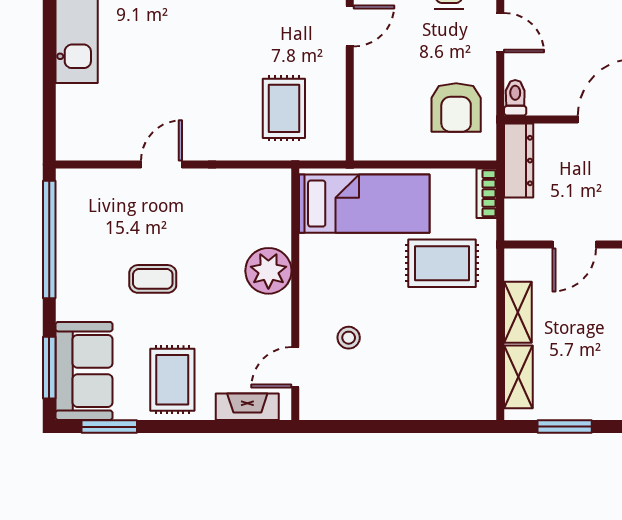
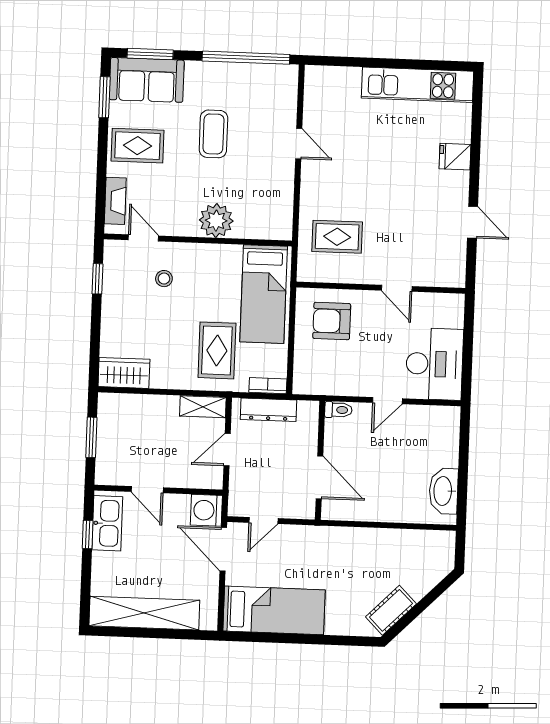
armchair: (456, 107) -> (332, 321), moved
dresser: (519, 161) -> (268, 410), moved
door: (574, 245) -> (227, 450), hinge flipped
coffee table: (153, 279) -> (213, 134), width x1.36, depth x1.30
shelving: (518, 312) -> (203, 407), moved
shelving: (518, 377) -> (130, 404), removed
wardrobe: (477, 386) -> (124, 373), added
window: (352, 427) -> (97, 279), added

